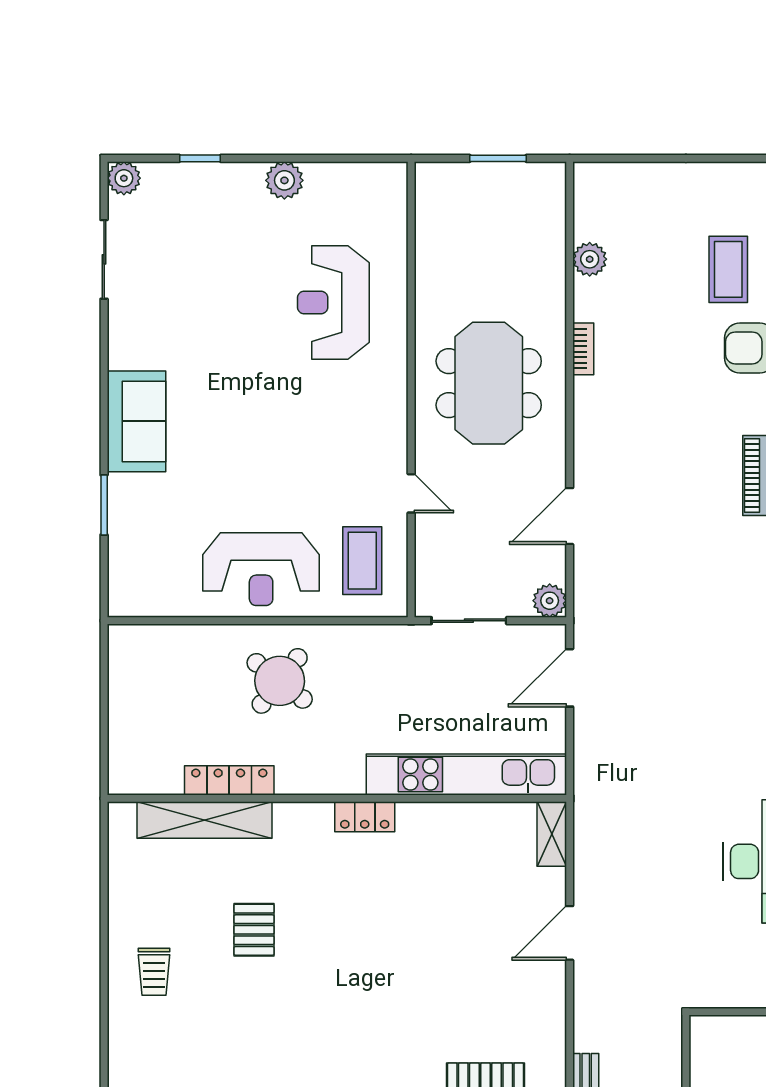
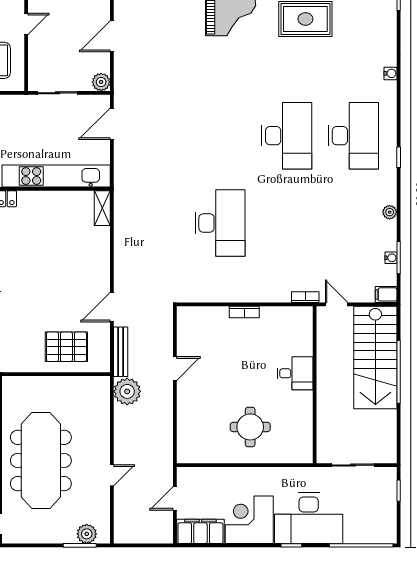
door: (411, 493) -> (26, 24), hinge flipped
door: (570, 933) -> (112, 307), moved

